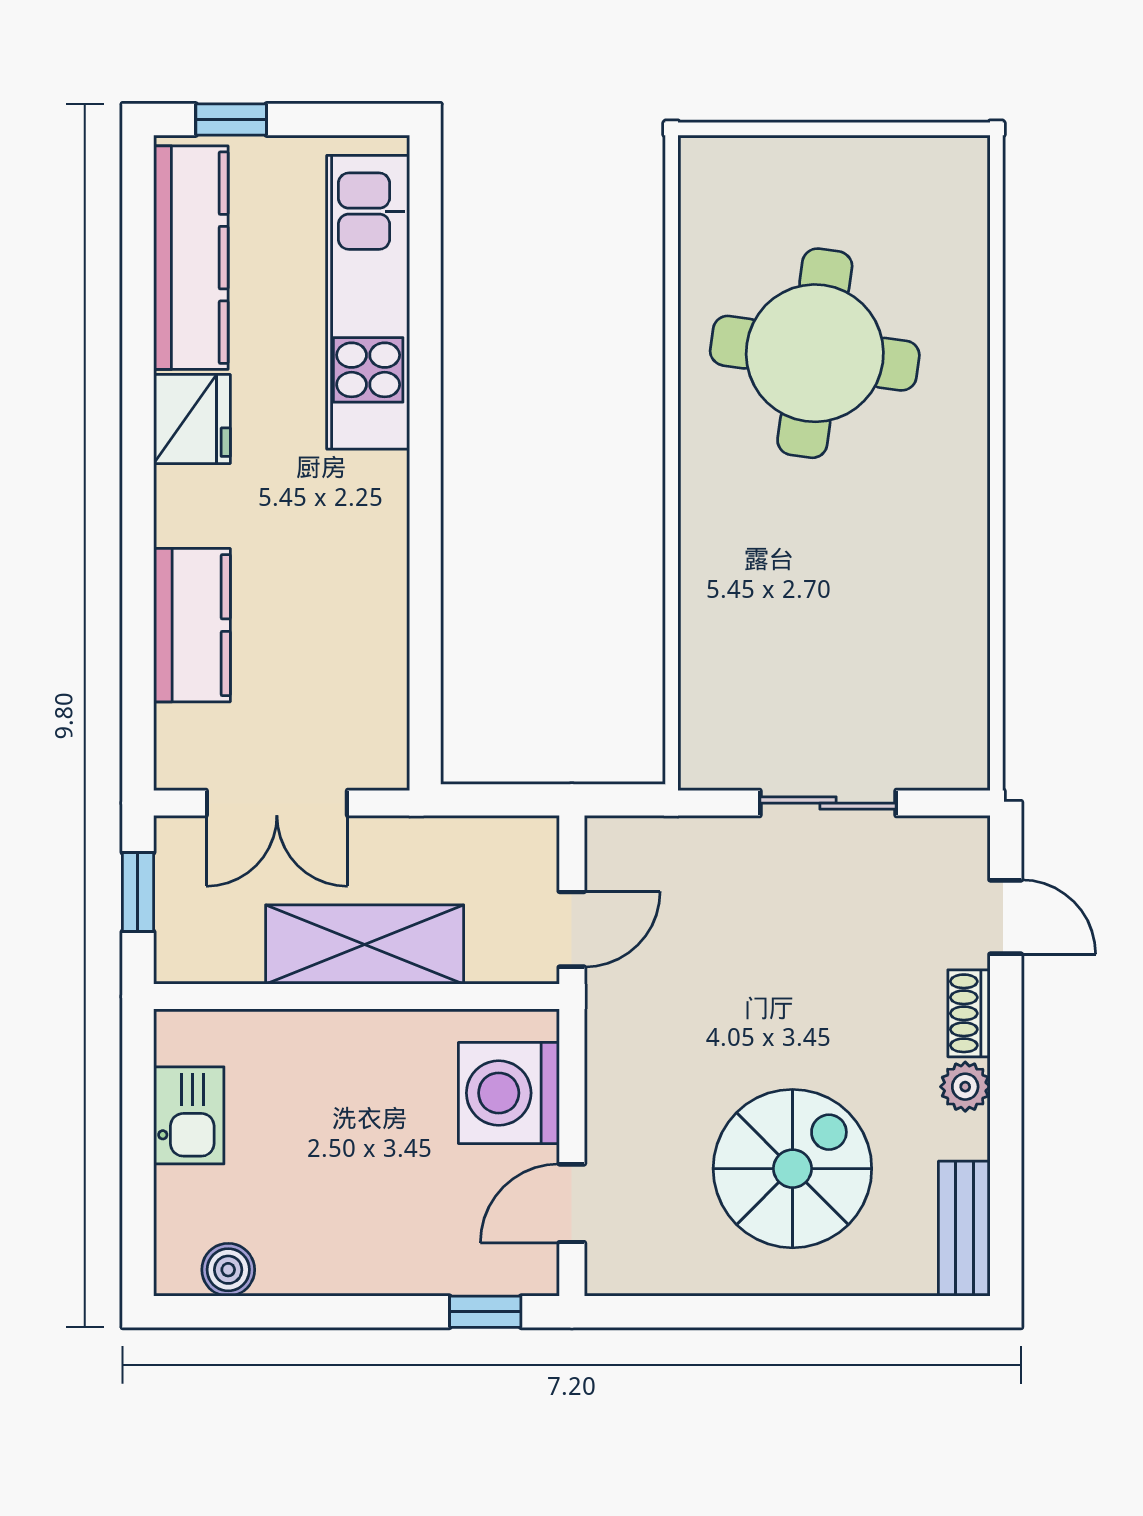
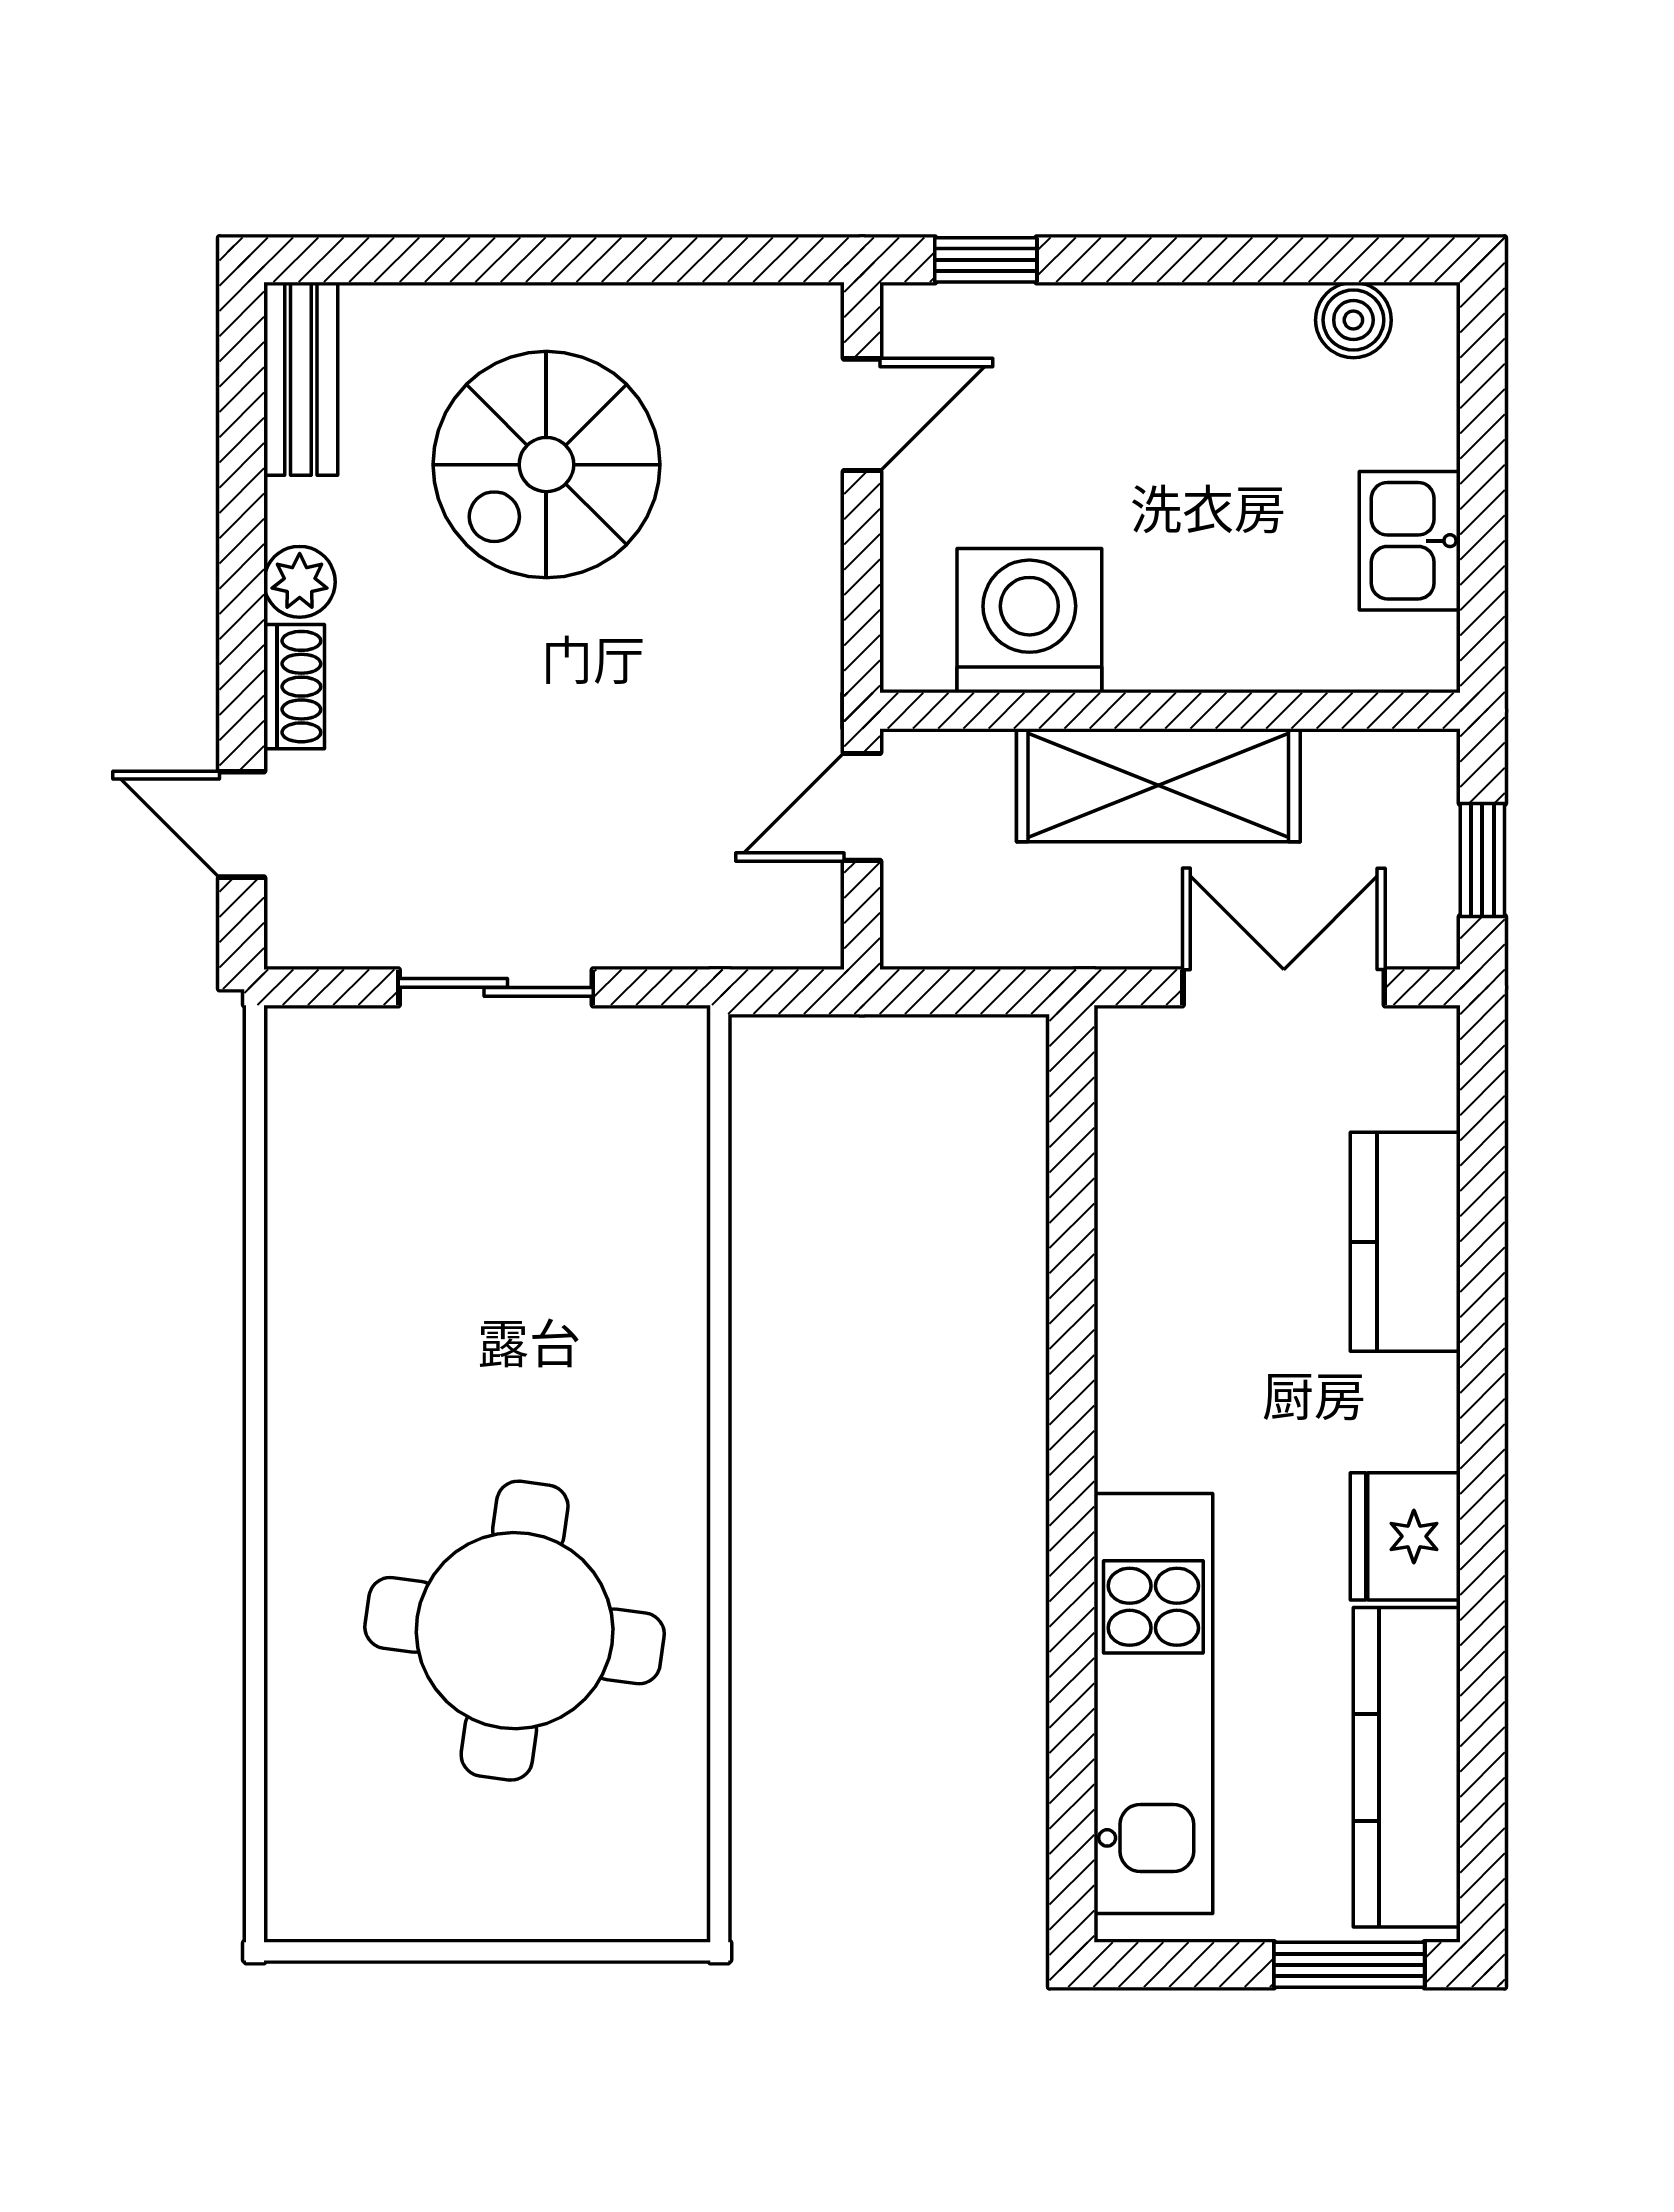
window: (231, 119) -> (1349, 1965), width x1.50
washing machine: (509, 1093) -> (1029, 621), moved, turned -90

